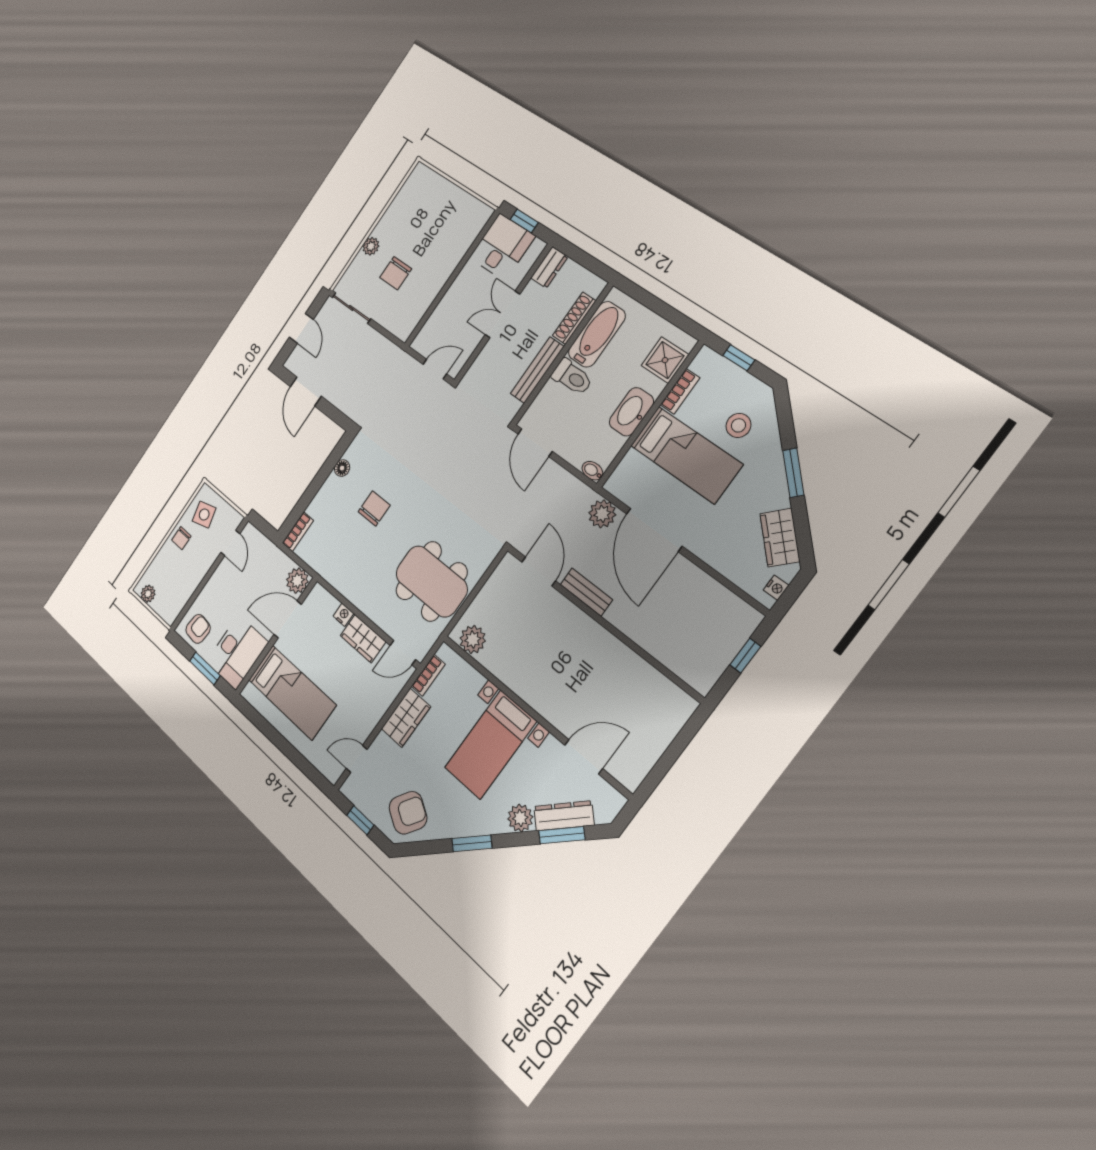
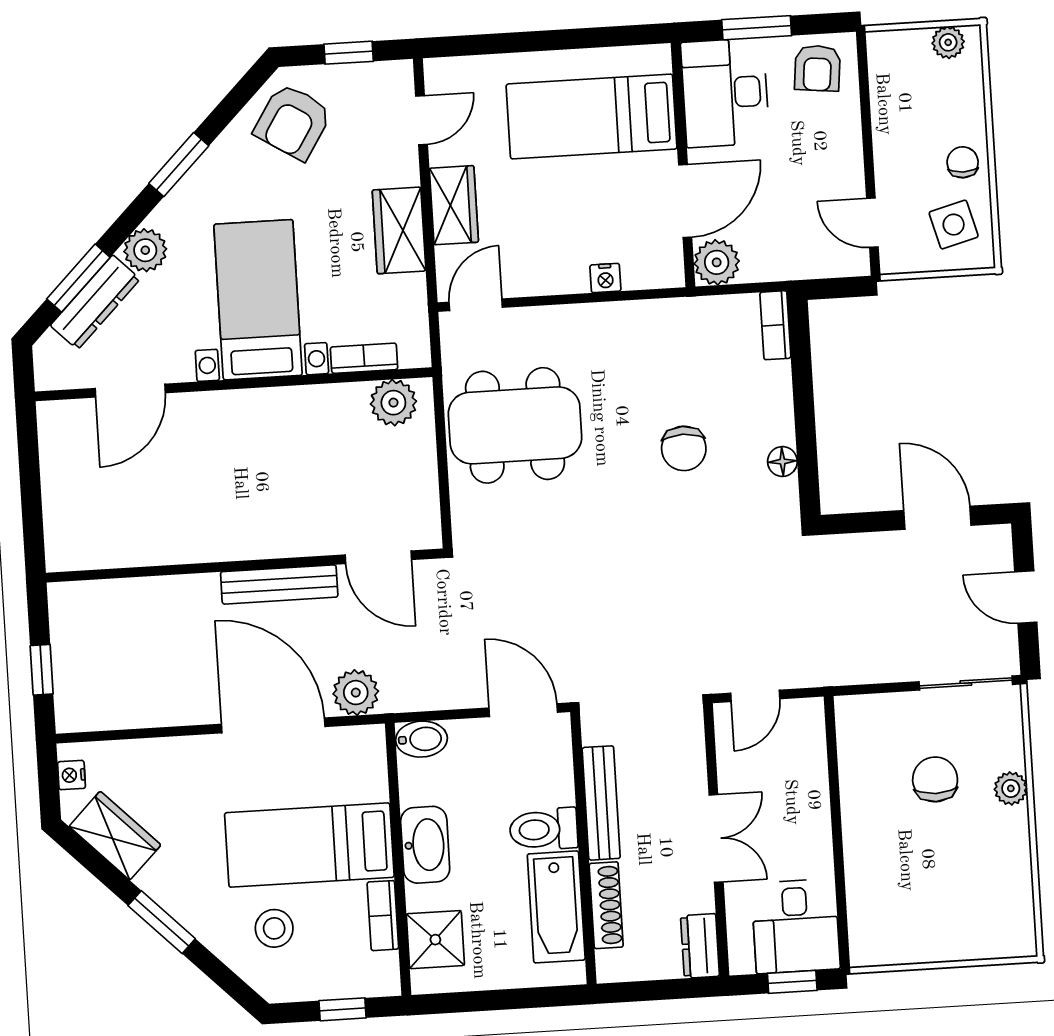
bidet: (592, 471) -> (421, 739), width x1.38, depth x1.36
bench: (586, 592) -> (279, 584), width x1.36
wardrobe: (363, 639) -> (454, 205), moved, turned 90
bookcase: (428, 675) -> (364, 358), moved, turned 90

